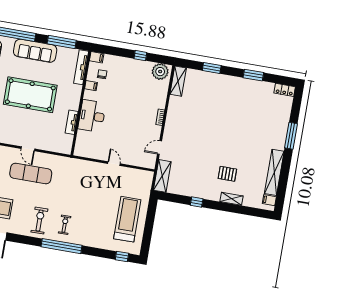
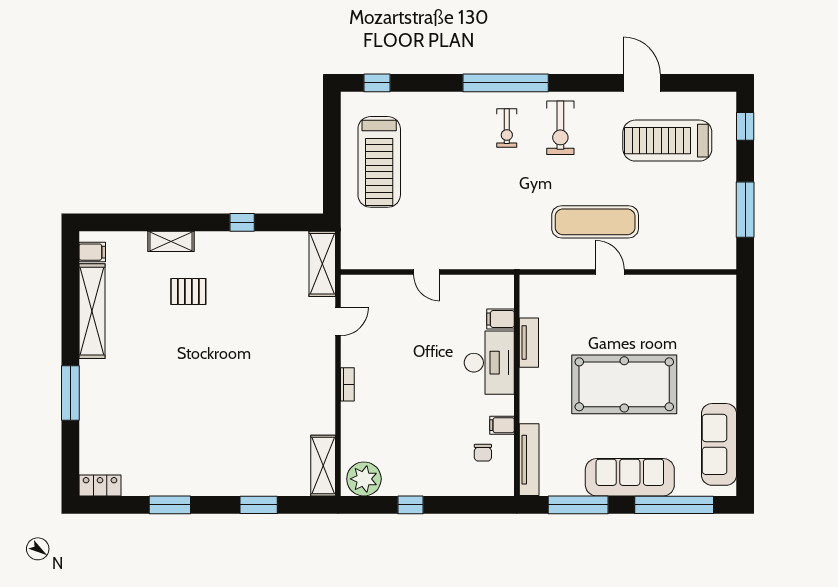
filing cabinet: (97, 57) -> (501, 319), moved

